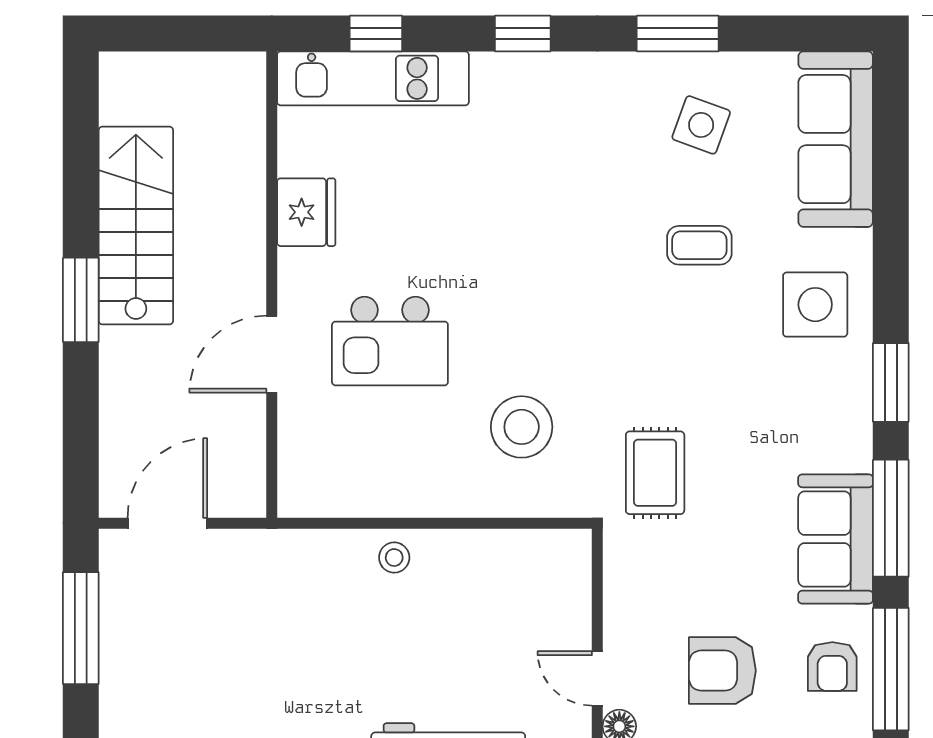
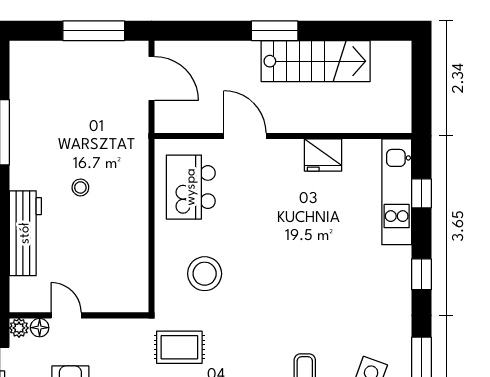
kitchen island: (390, 341) -> (191, 187), moved
stool: (394, 558) -> (80, 187), moved
door: (597, 678) -> (66, 315), hinge flipped

